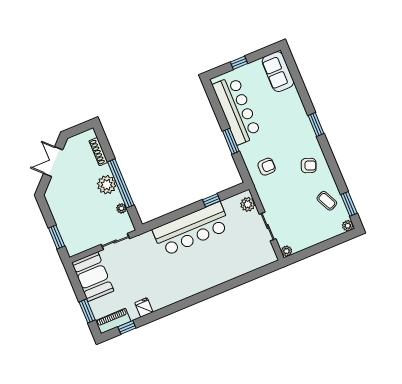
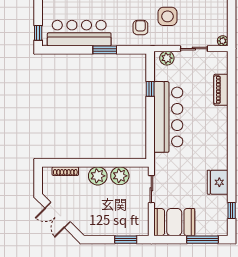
window: (239, 63) -> (38, 33), moved
window: (121, 183) -> (102, 163), removed
side table: (288, 188) -> (168, 16), added
plant: (121, 208) -> (120, 176), width x1.88, depth x1.88
fridge: (144, 307) -> (218, 182), width x1.88, depth x1.34
window: (87, 311) -> (202, 240), width x1.44
piano: (113, 321) -> (221, 90), moved

